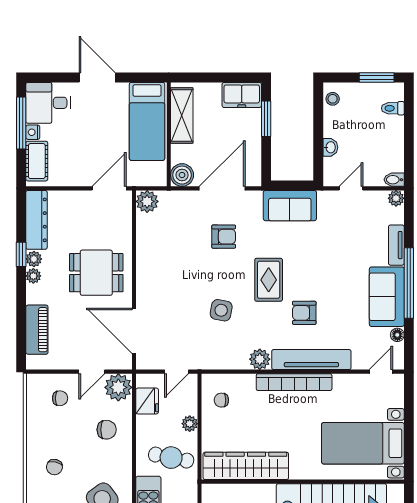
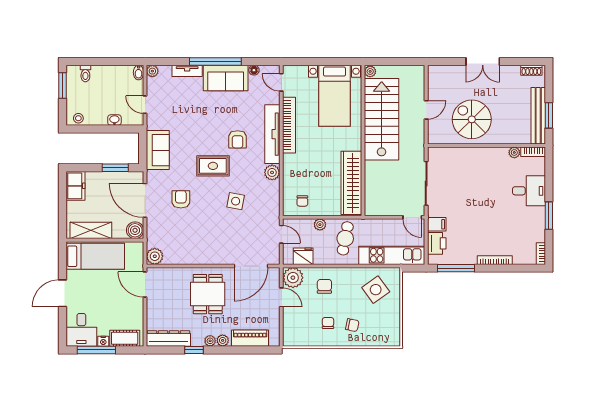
window: (266, 119) -> (115, 168), moved
plant: (34, 259) -> (223, 340), moved
bookcase: (294, 382) -> (289, 125), moved
chair: (60, 398) -> (328, 323), moved
plant: (396, 491) -> (370, 71), added

